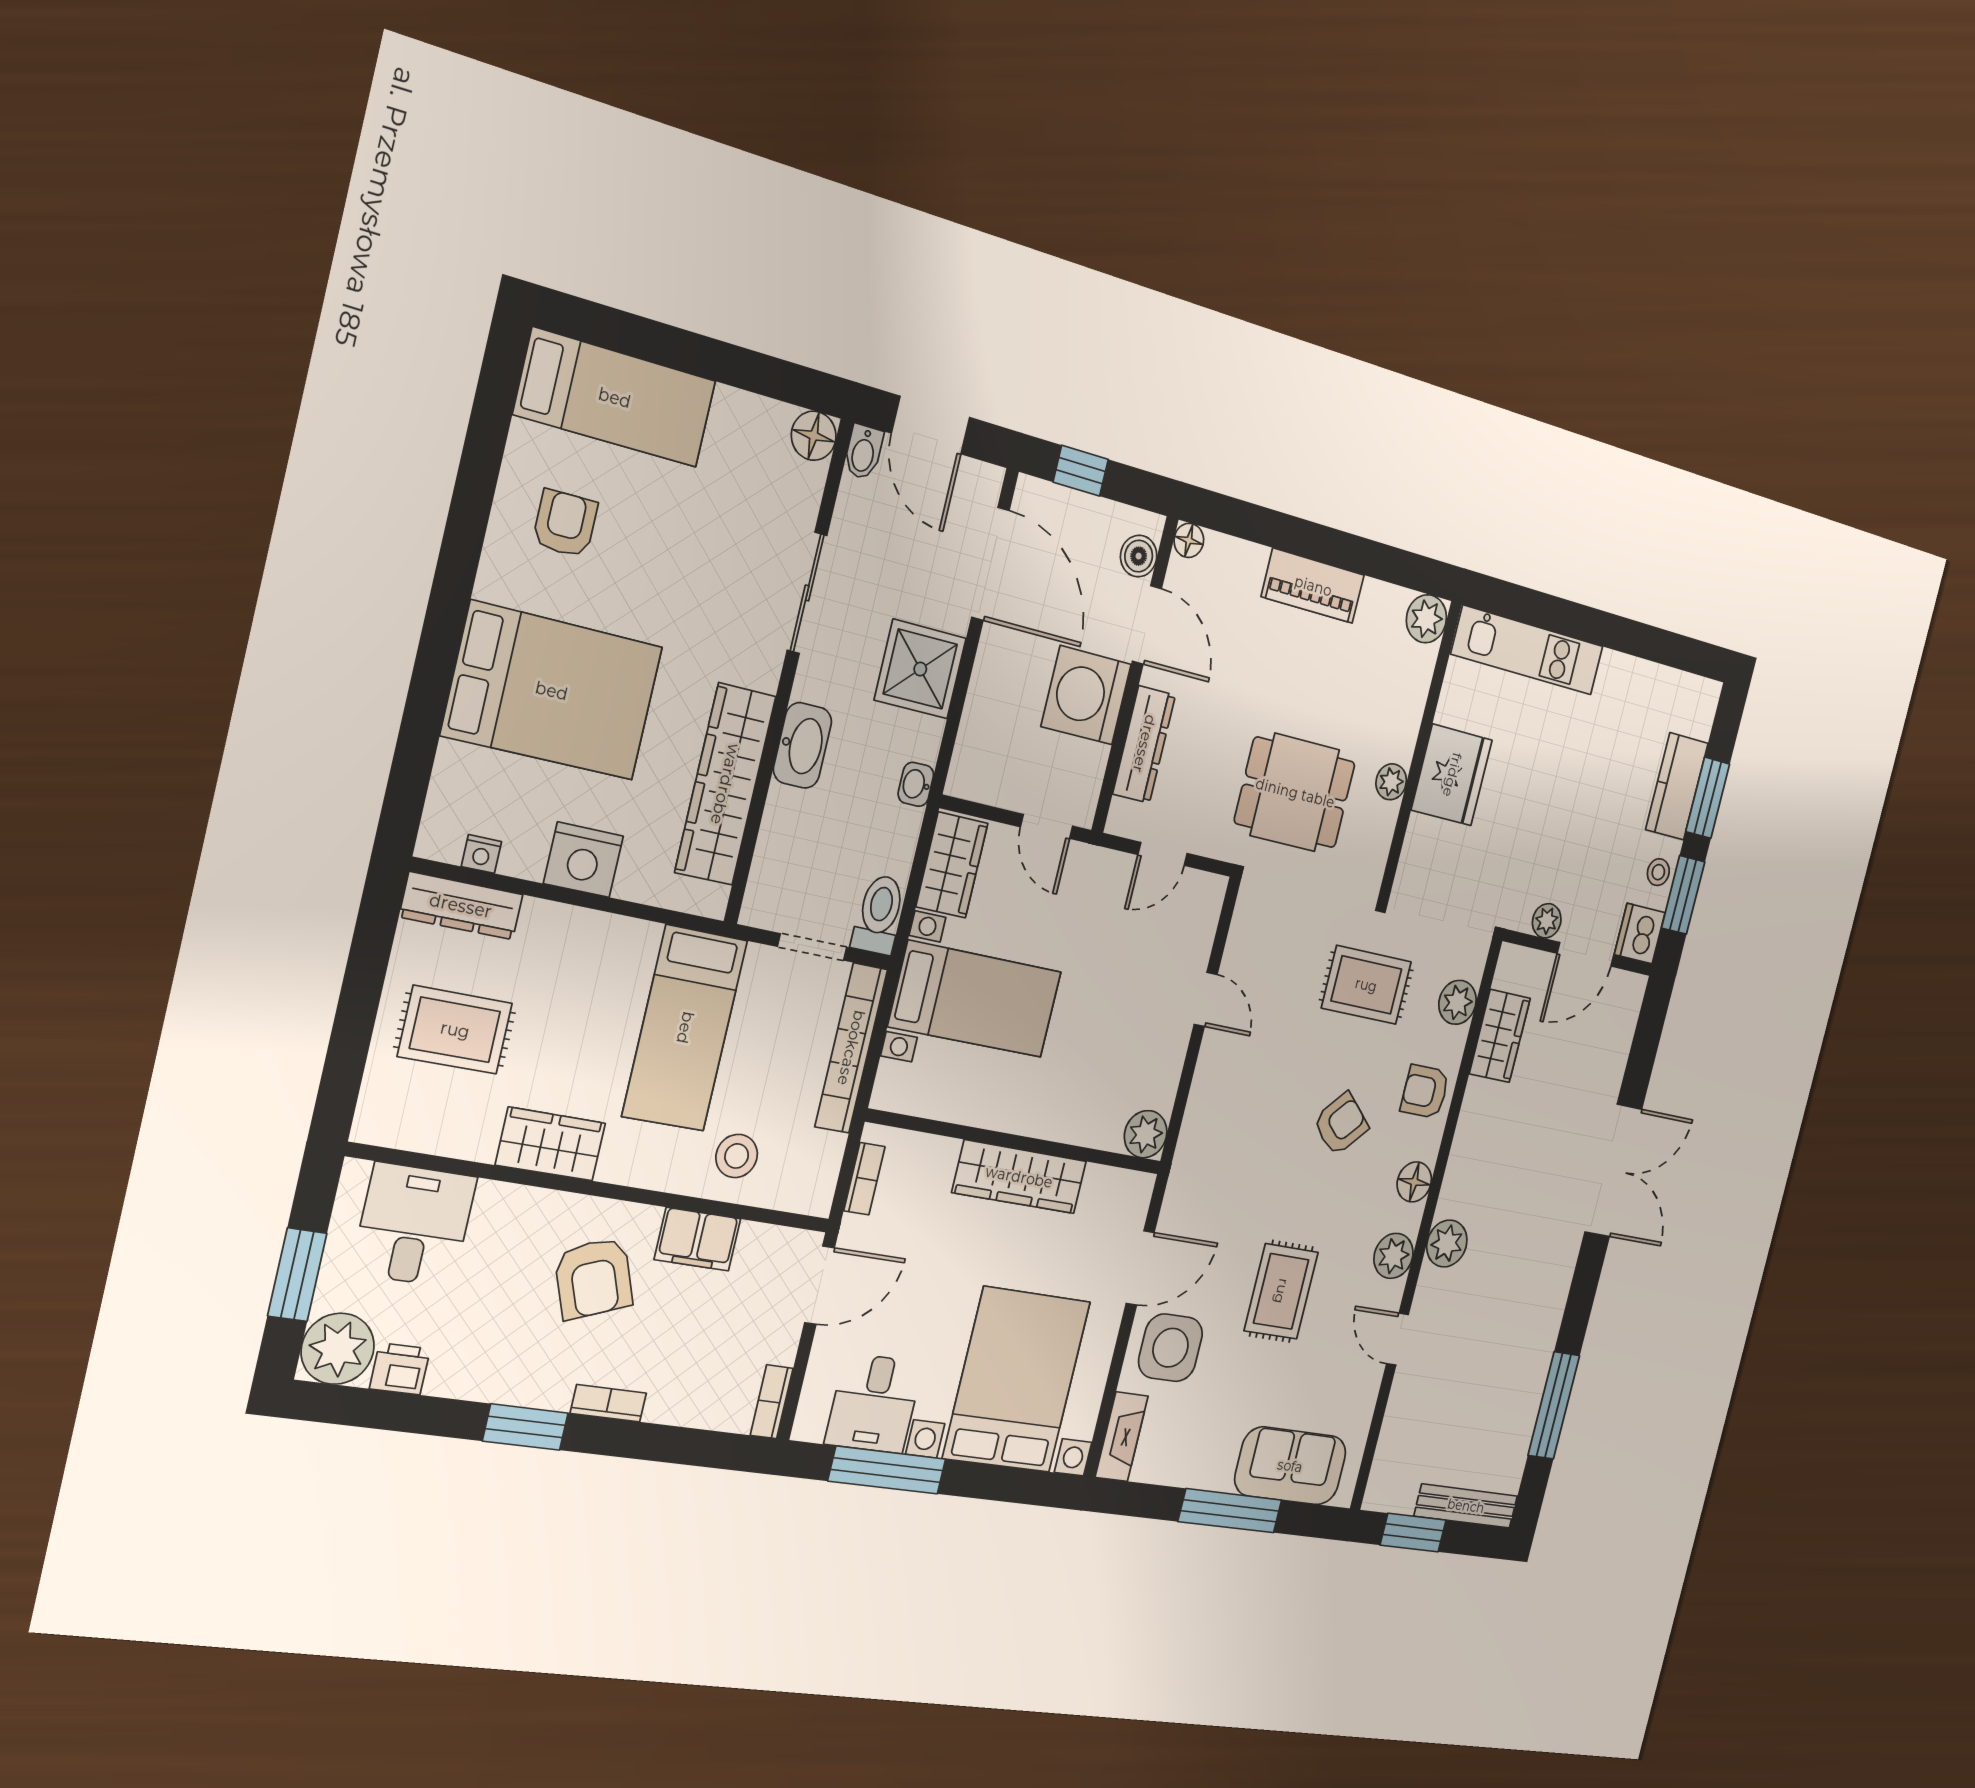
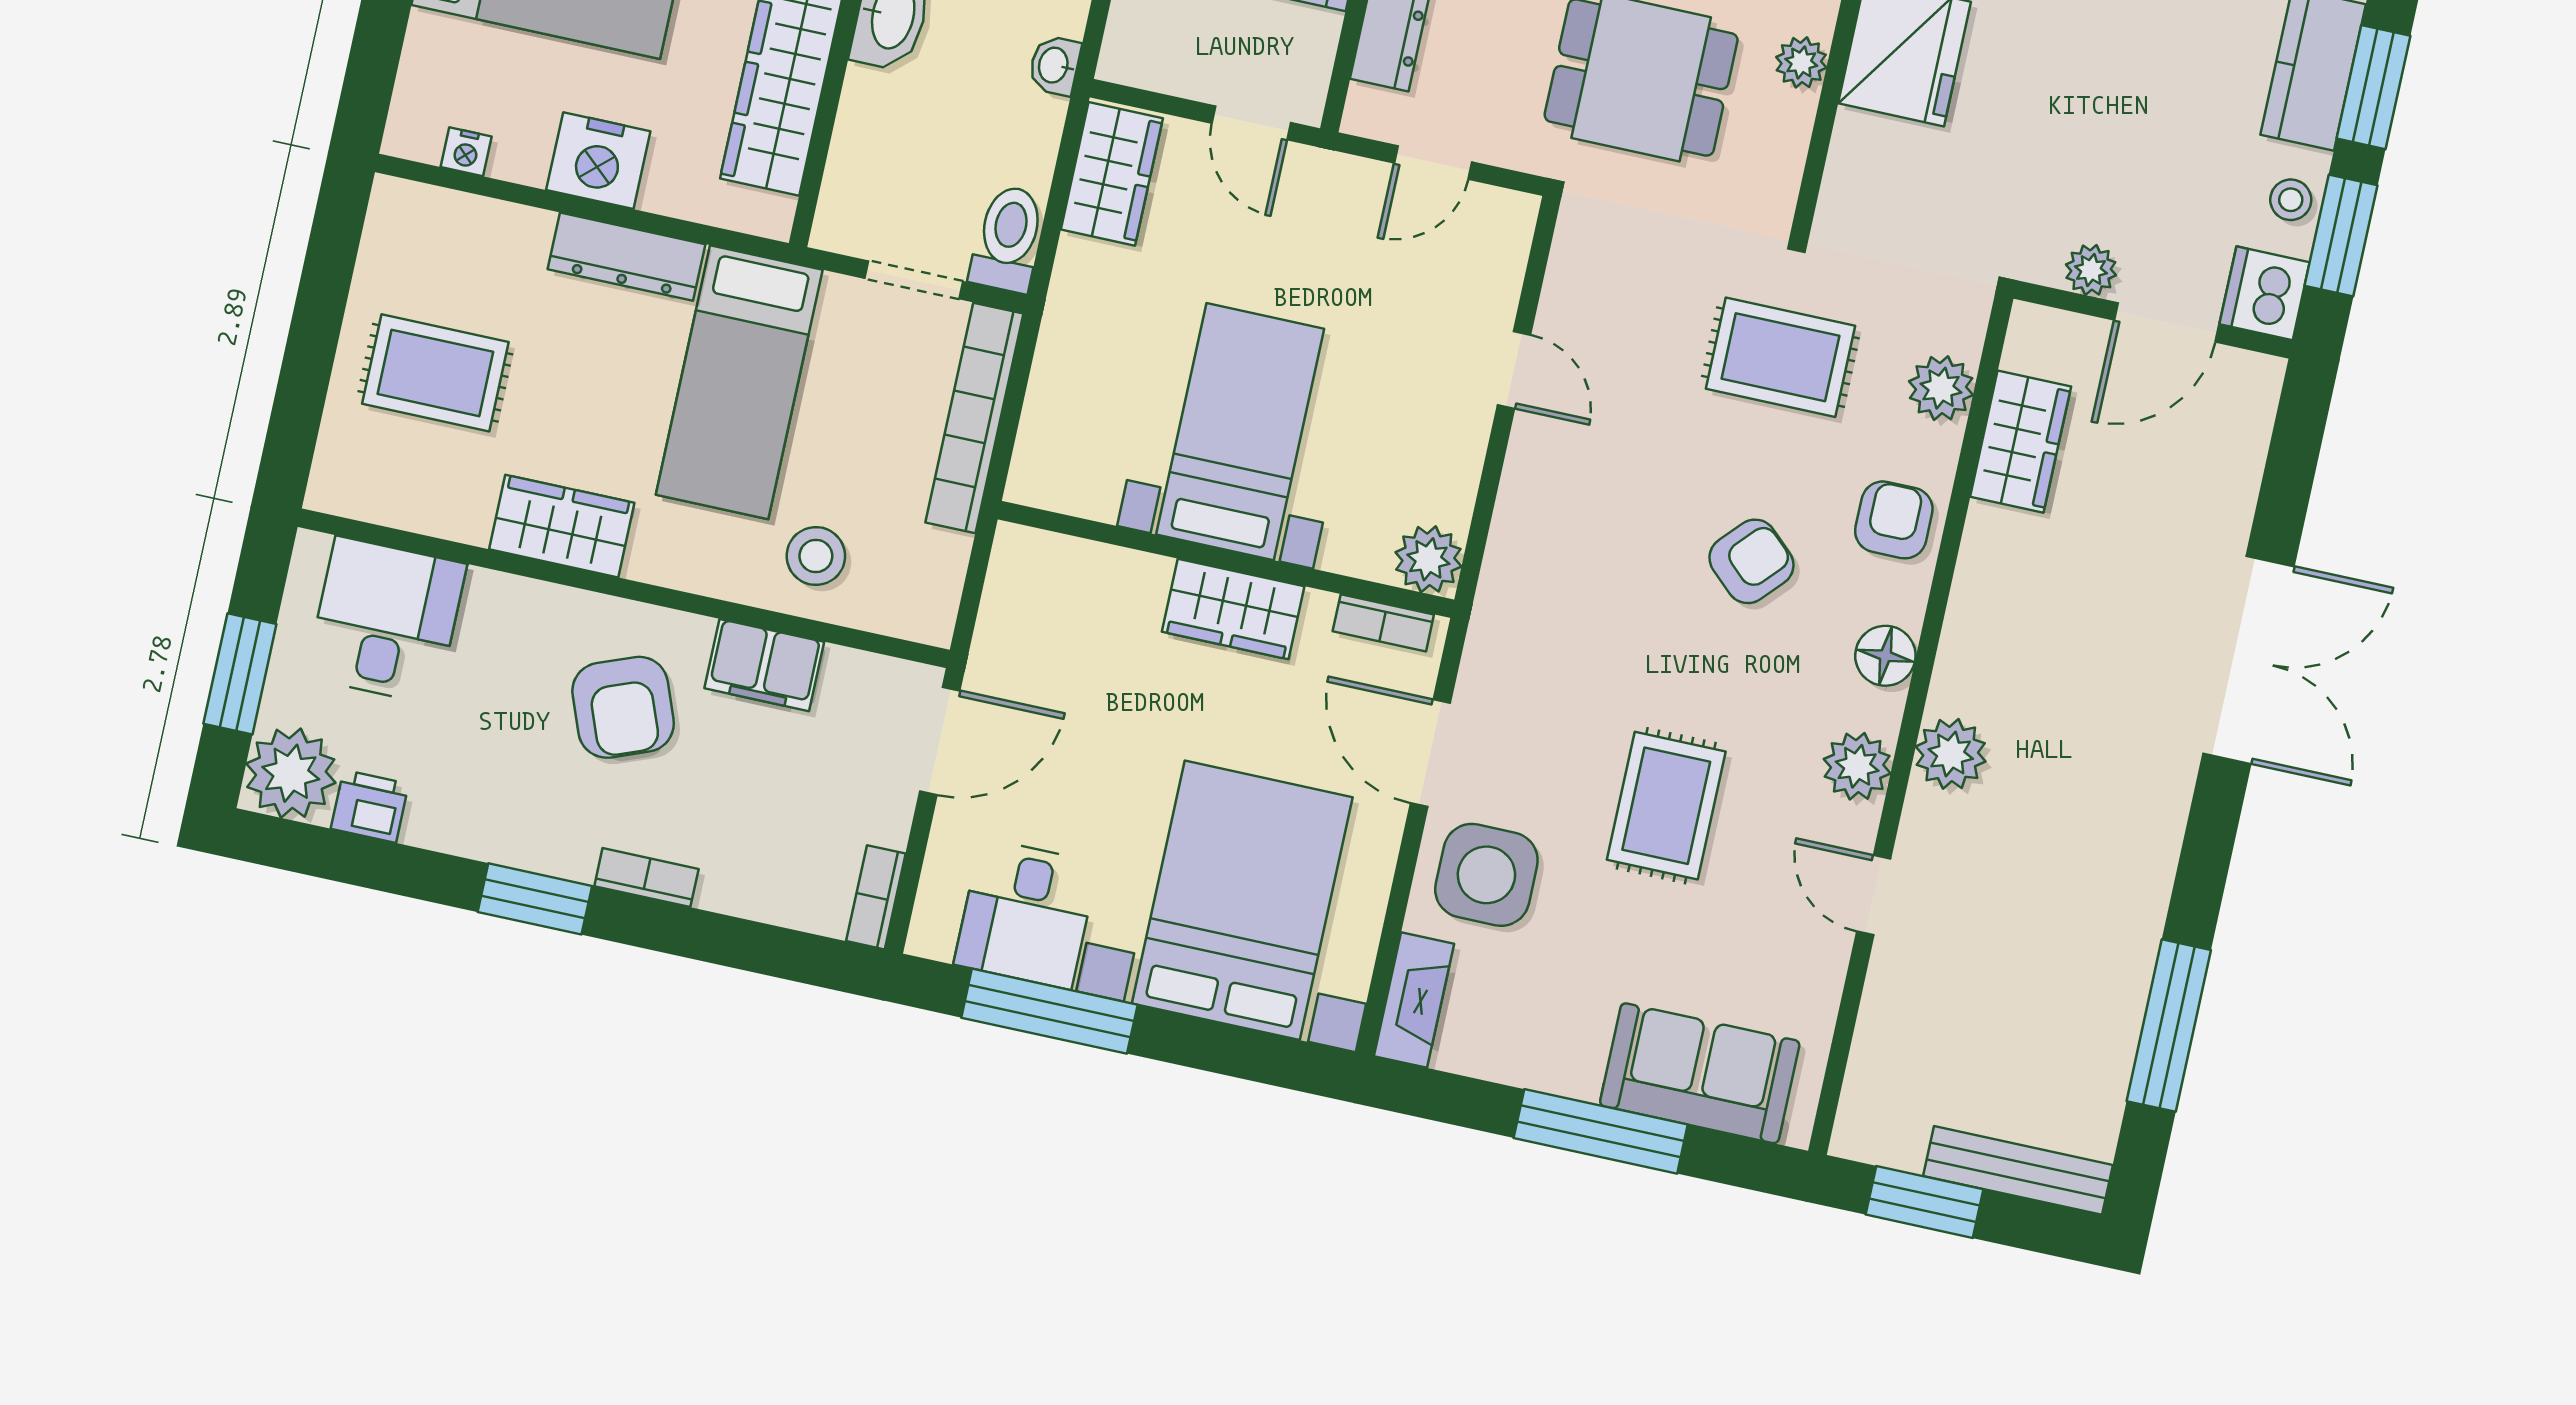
dresser: (461, 906) -> (627, 257), moved
bed with nightstands: (975, 999) -> (1240, 432), moved, turned -90
armchair: (1425, 1092) -> (1894, 520), turned 90
wardrobe: (1019, 1177) -> (1233, 609), width x0.67
bookcase: (864, 1179) -> (1383, 623), moved, turned 90
door: (1140, 1268) -> (1430, 753), swing flipped

